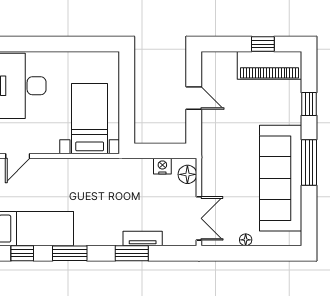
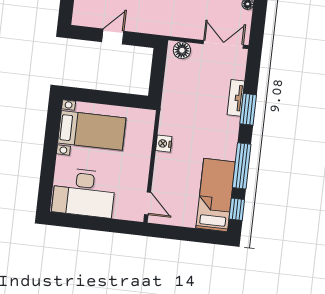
bed with nightstands: (90, 119) -> (92, 130), moved, turned 180
nightstand: (162, 166) -> (164, 144), moved
window: (70, 253) -> (242, 166), width x1.44

